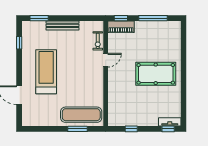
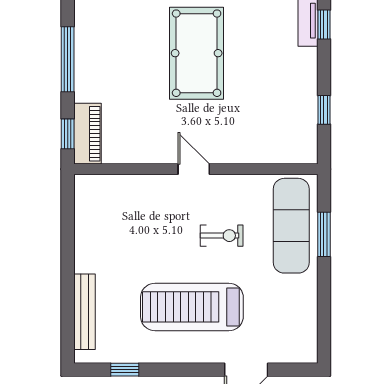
window: (39, 18) -> (68, 323), removed
bench: (63, 25) -> (84, 312), moved
exercise bike: (98, 41) -> (222, 236), moved
door: (106, 60) -> (194, 169), moved

